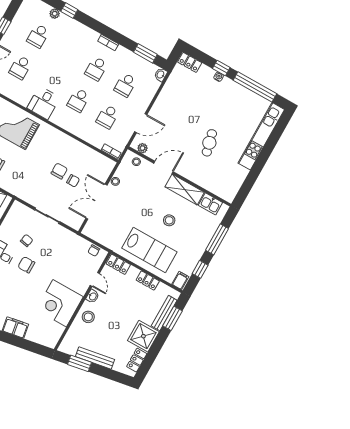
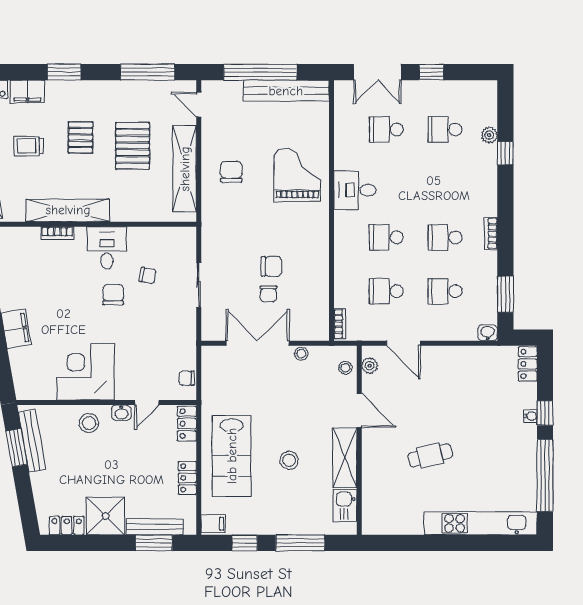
bench: (95, 358) -> (32, 441), moved

